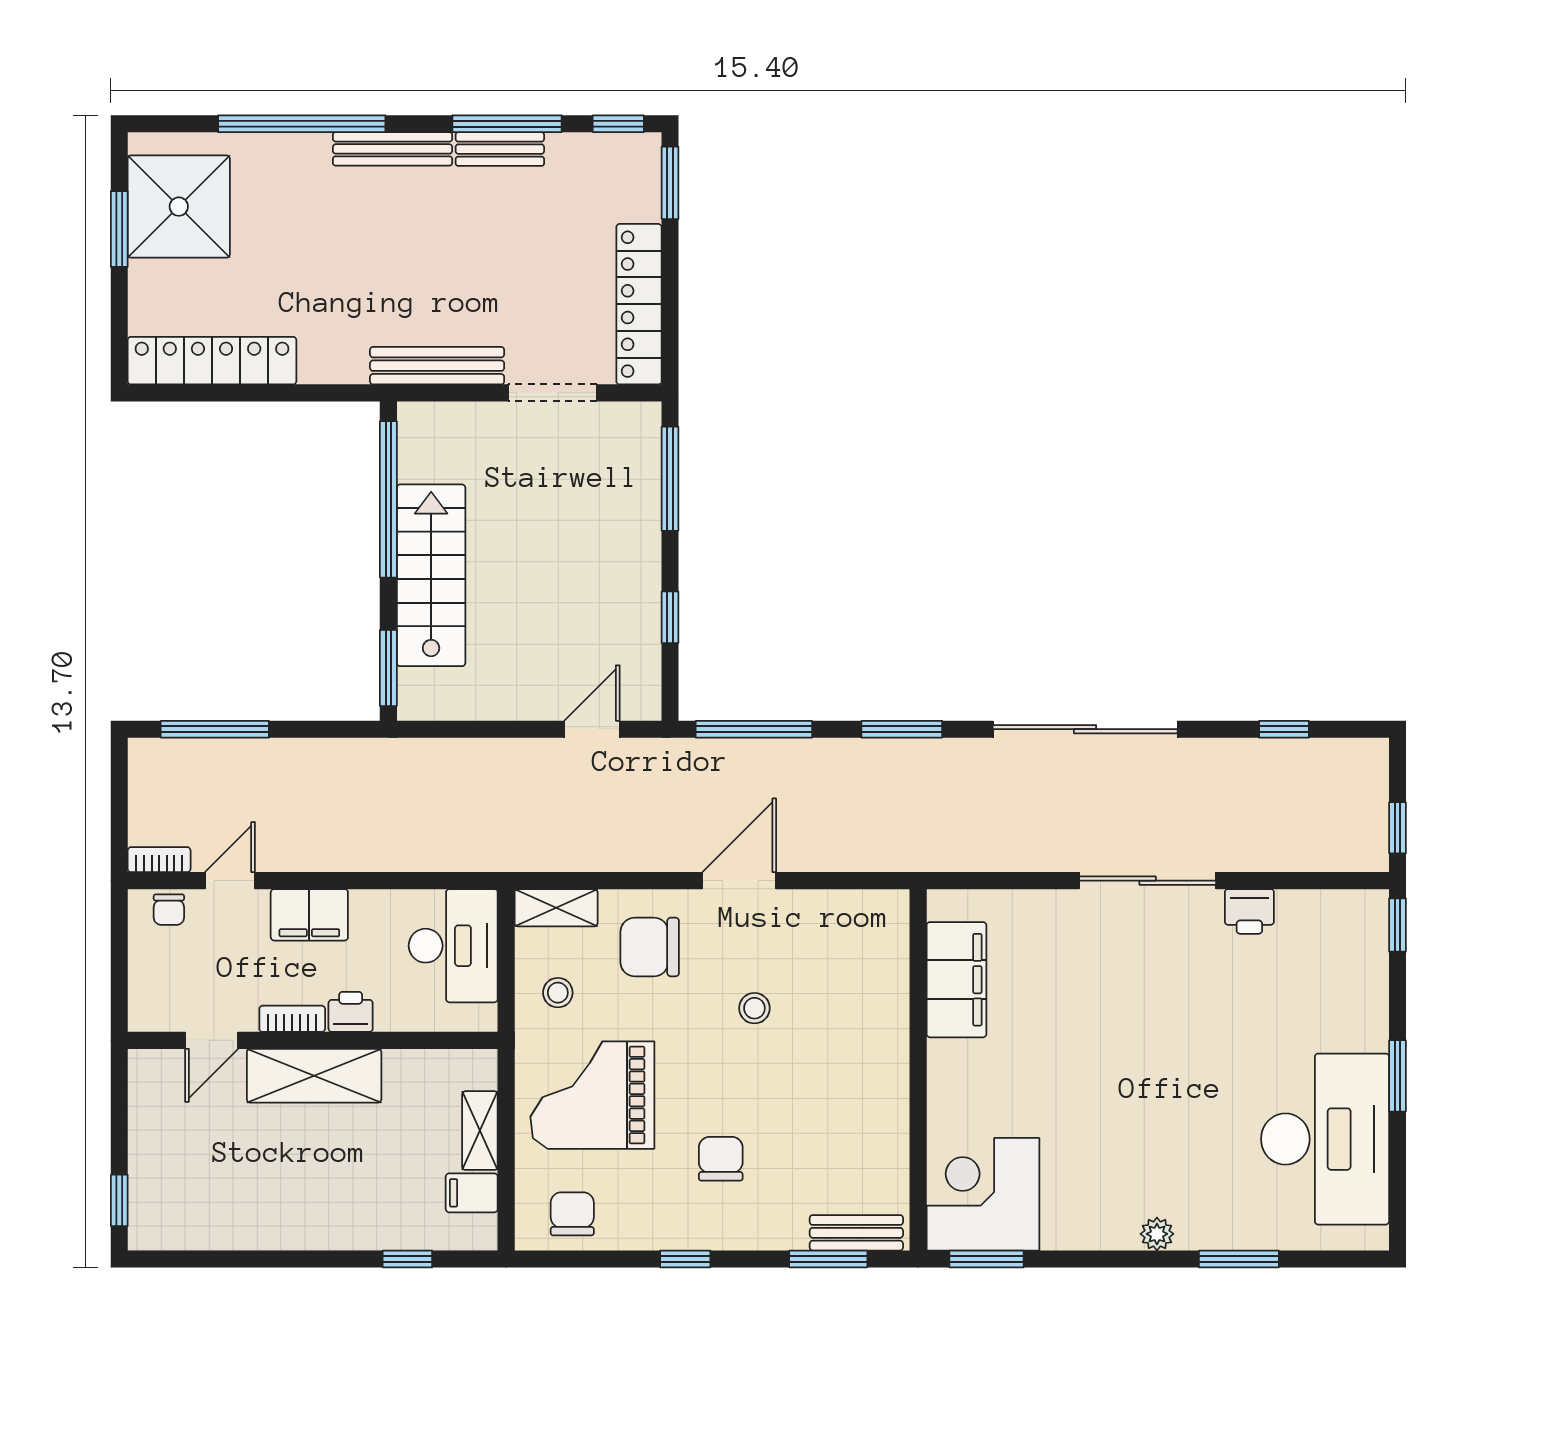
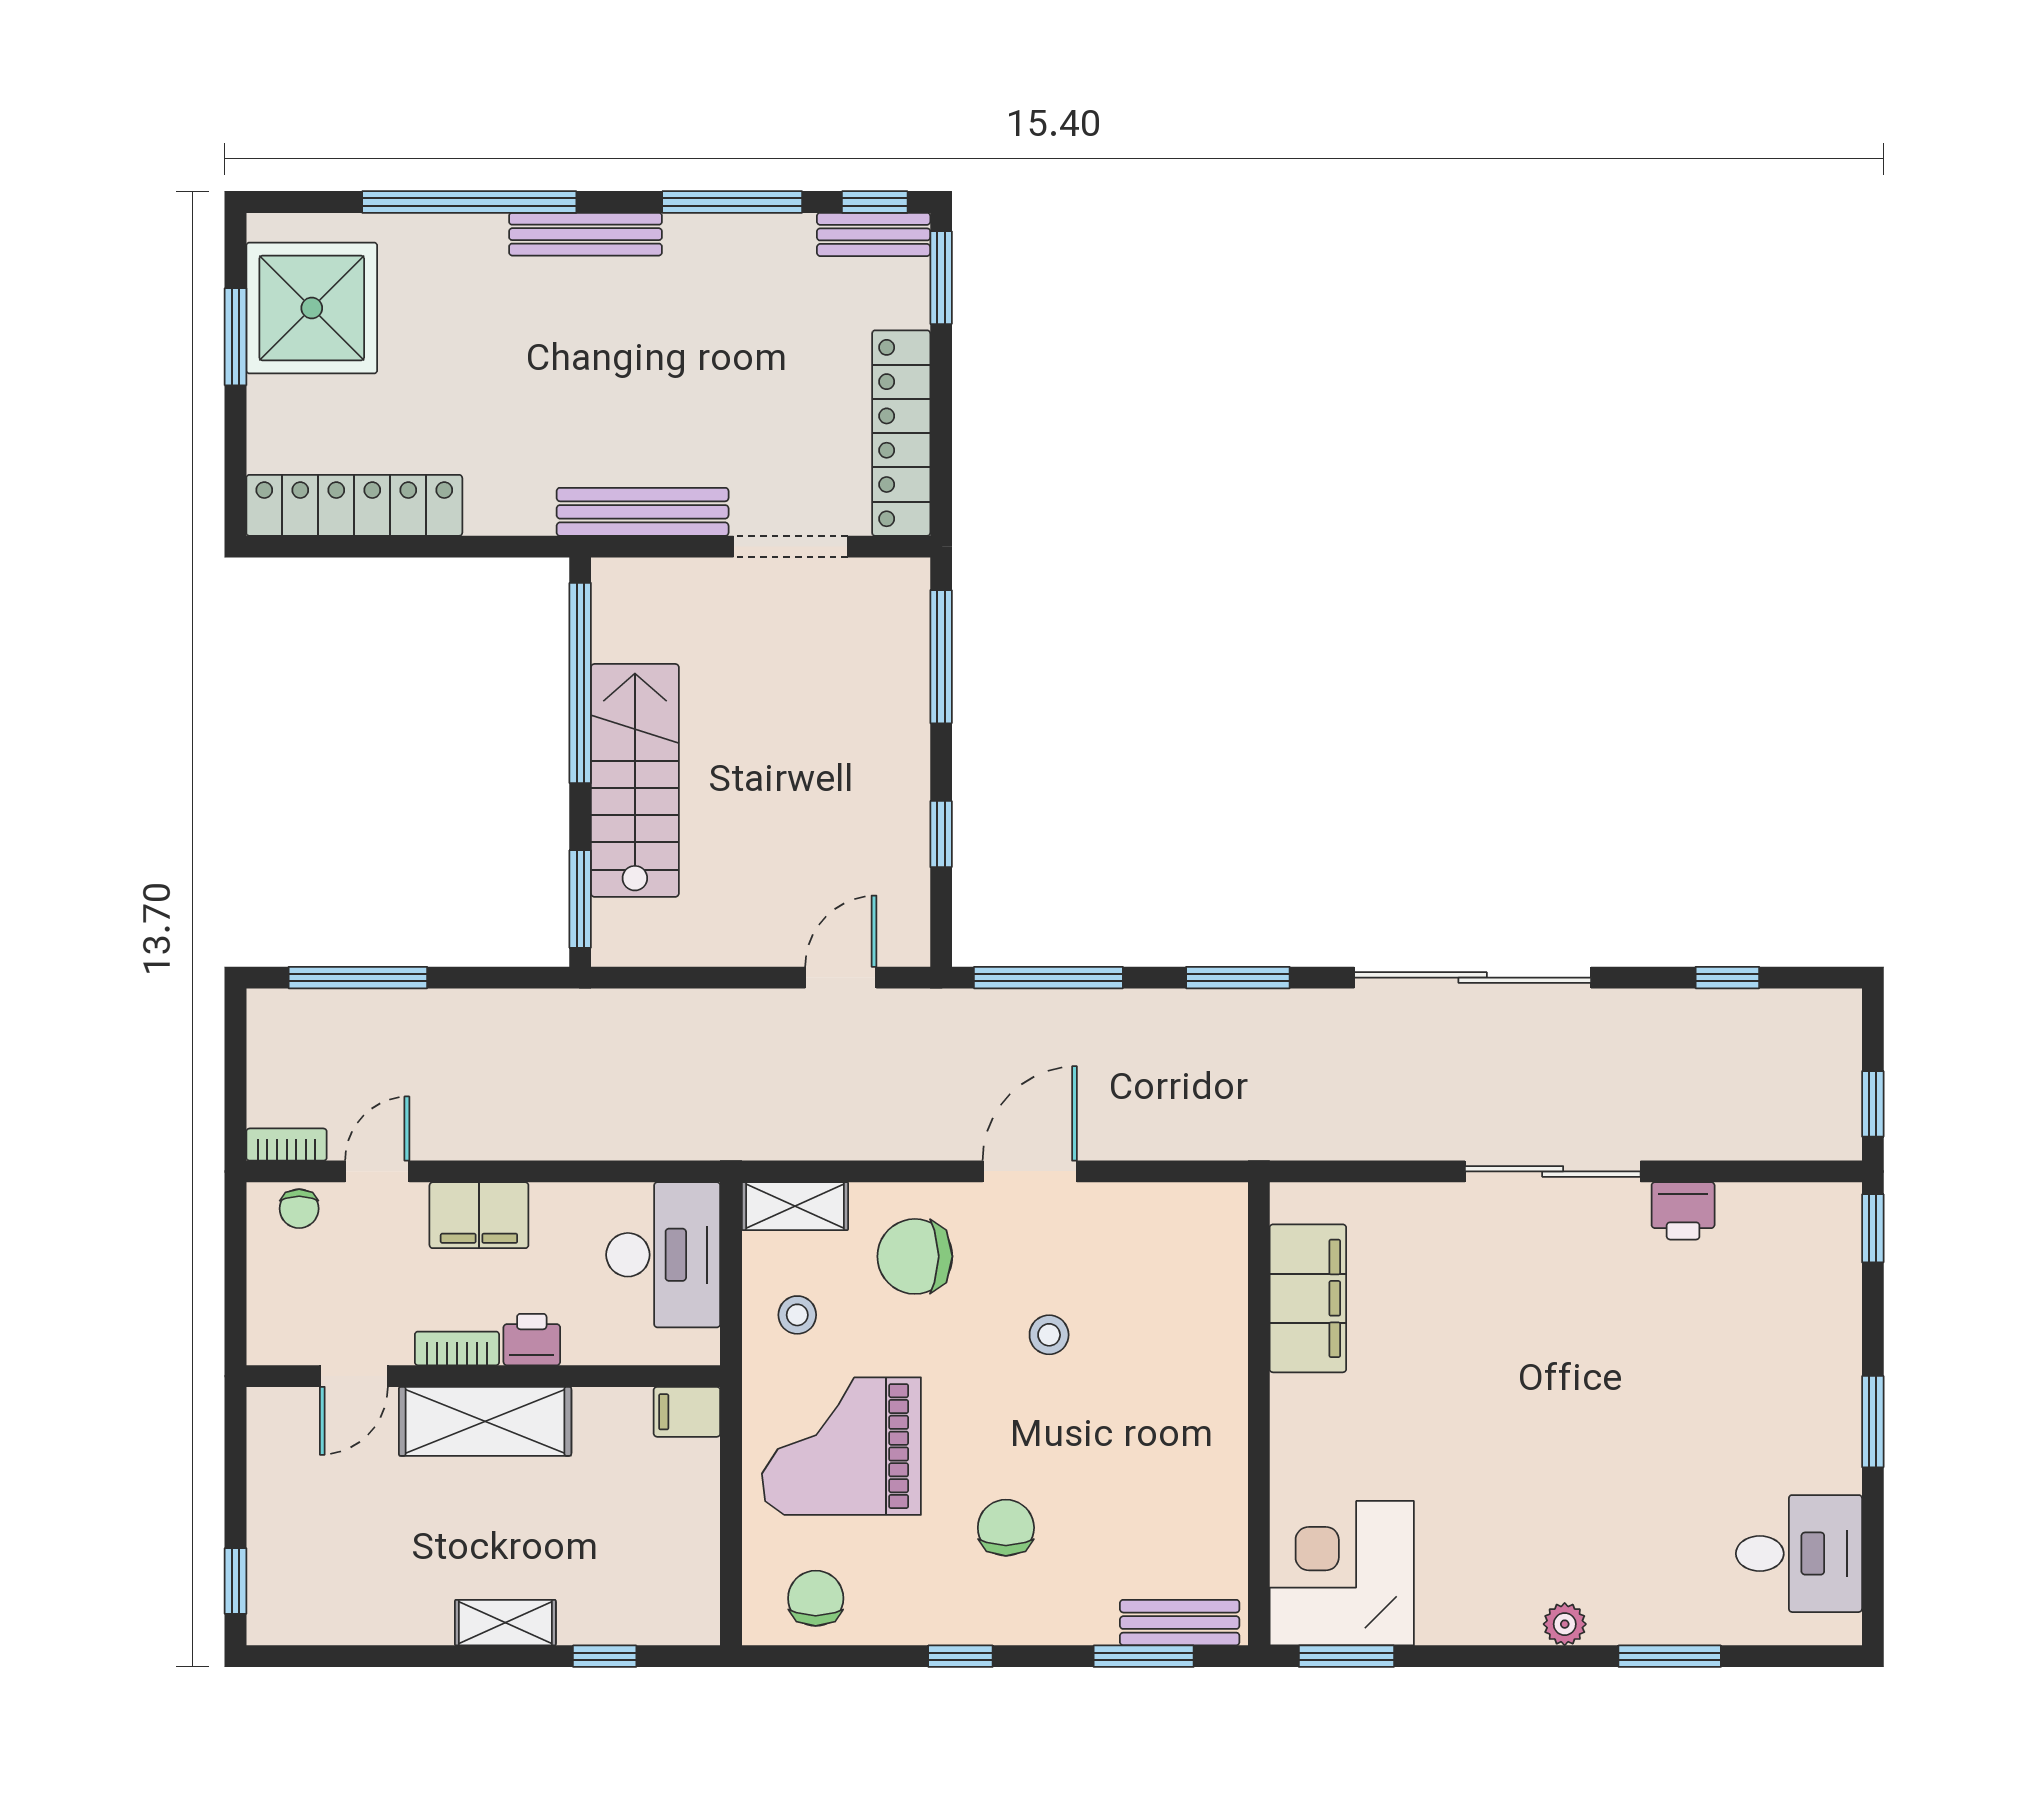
bench: (500, 149) -> (874, 234), moved
shelving: (480, 1131) -> (505, 1623), moved, turned 90
desk: (1325, 1139) -> (1799, 1554), width x0.53, depth x0.77
filing cabinet: (472, 1193) -> (687, 1412), moved

